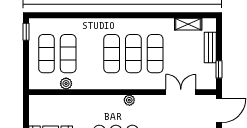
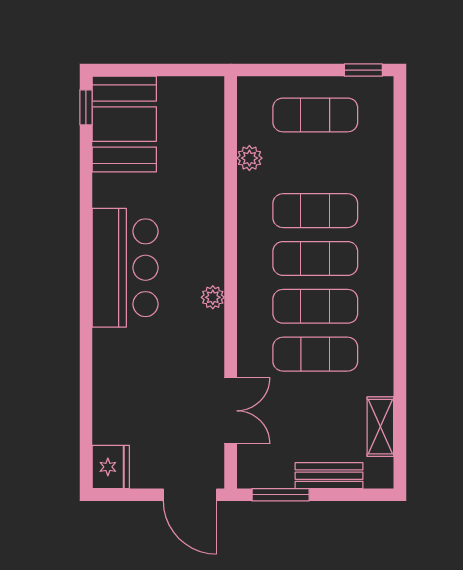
exercise mat: (68, 54) -> (315, 211), moved
window: (219, 69) -> (281, 495), width x1.50

